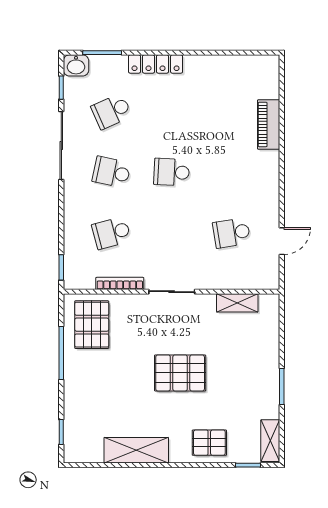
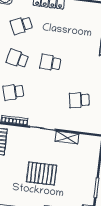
shelving: (237, 303) -> (67, 138), moved

